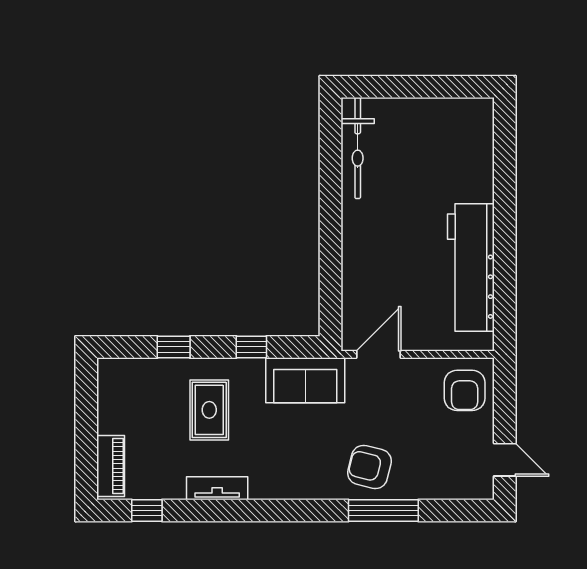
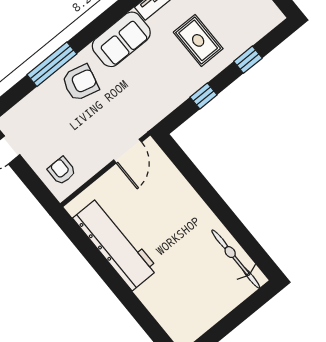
sofa: (305, 380) -> (121, 39), moved, turned 180
armchair: (465, 390) -> (62, 171), width x0.72, depth x0.72

